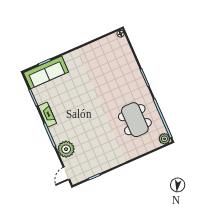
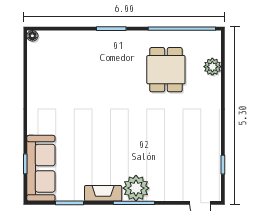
dining table: (135, 120) -> (166, 70), width x0.73
plant: (164, 139) -> (212, 67), moved
plant: (66, 149) -> (136, 188), moved

